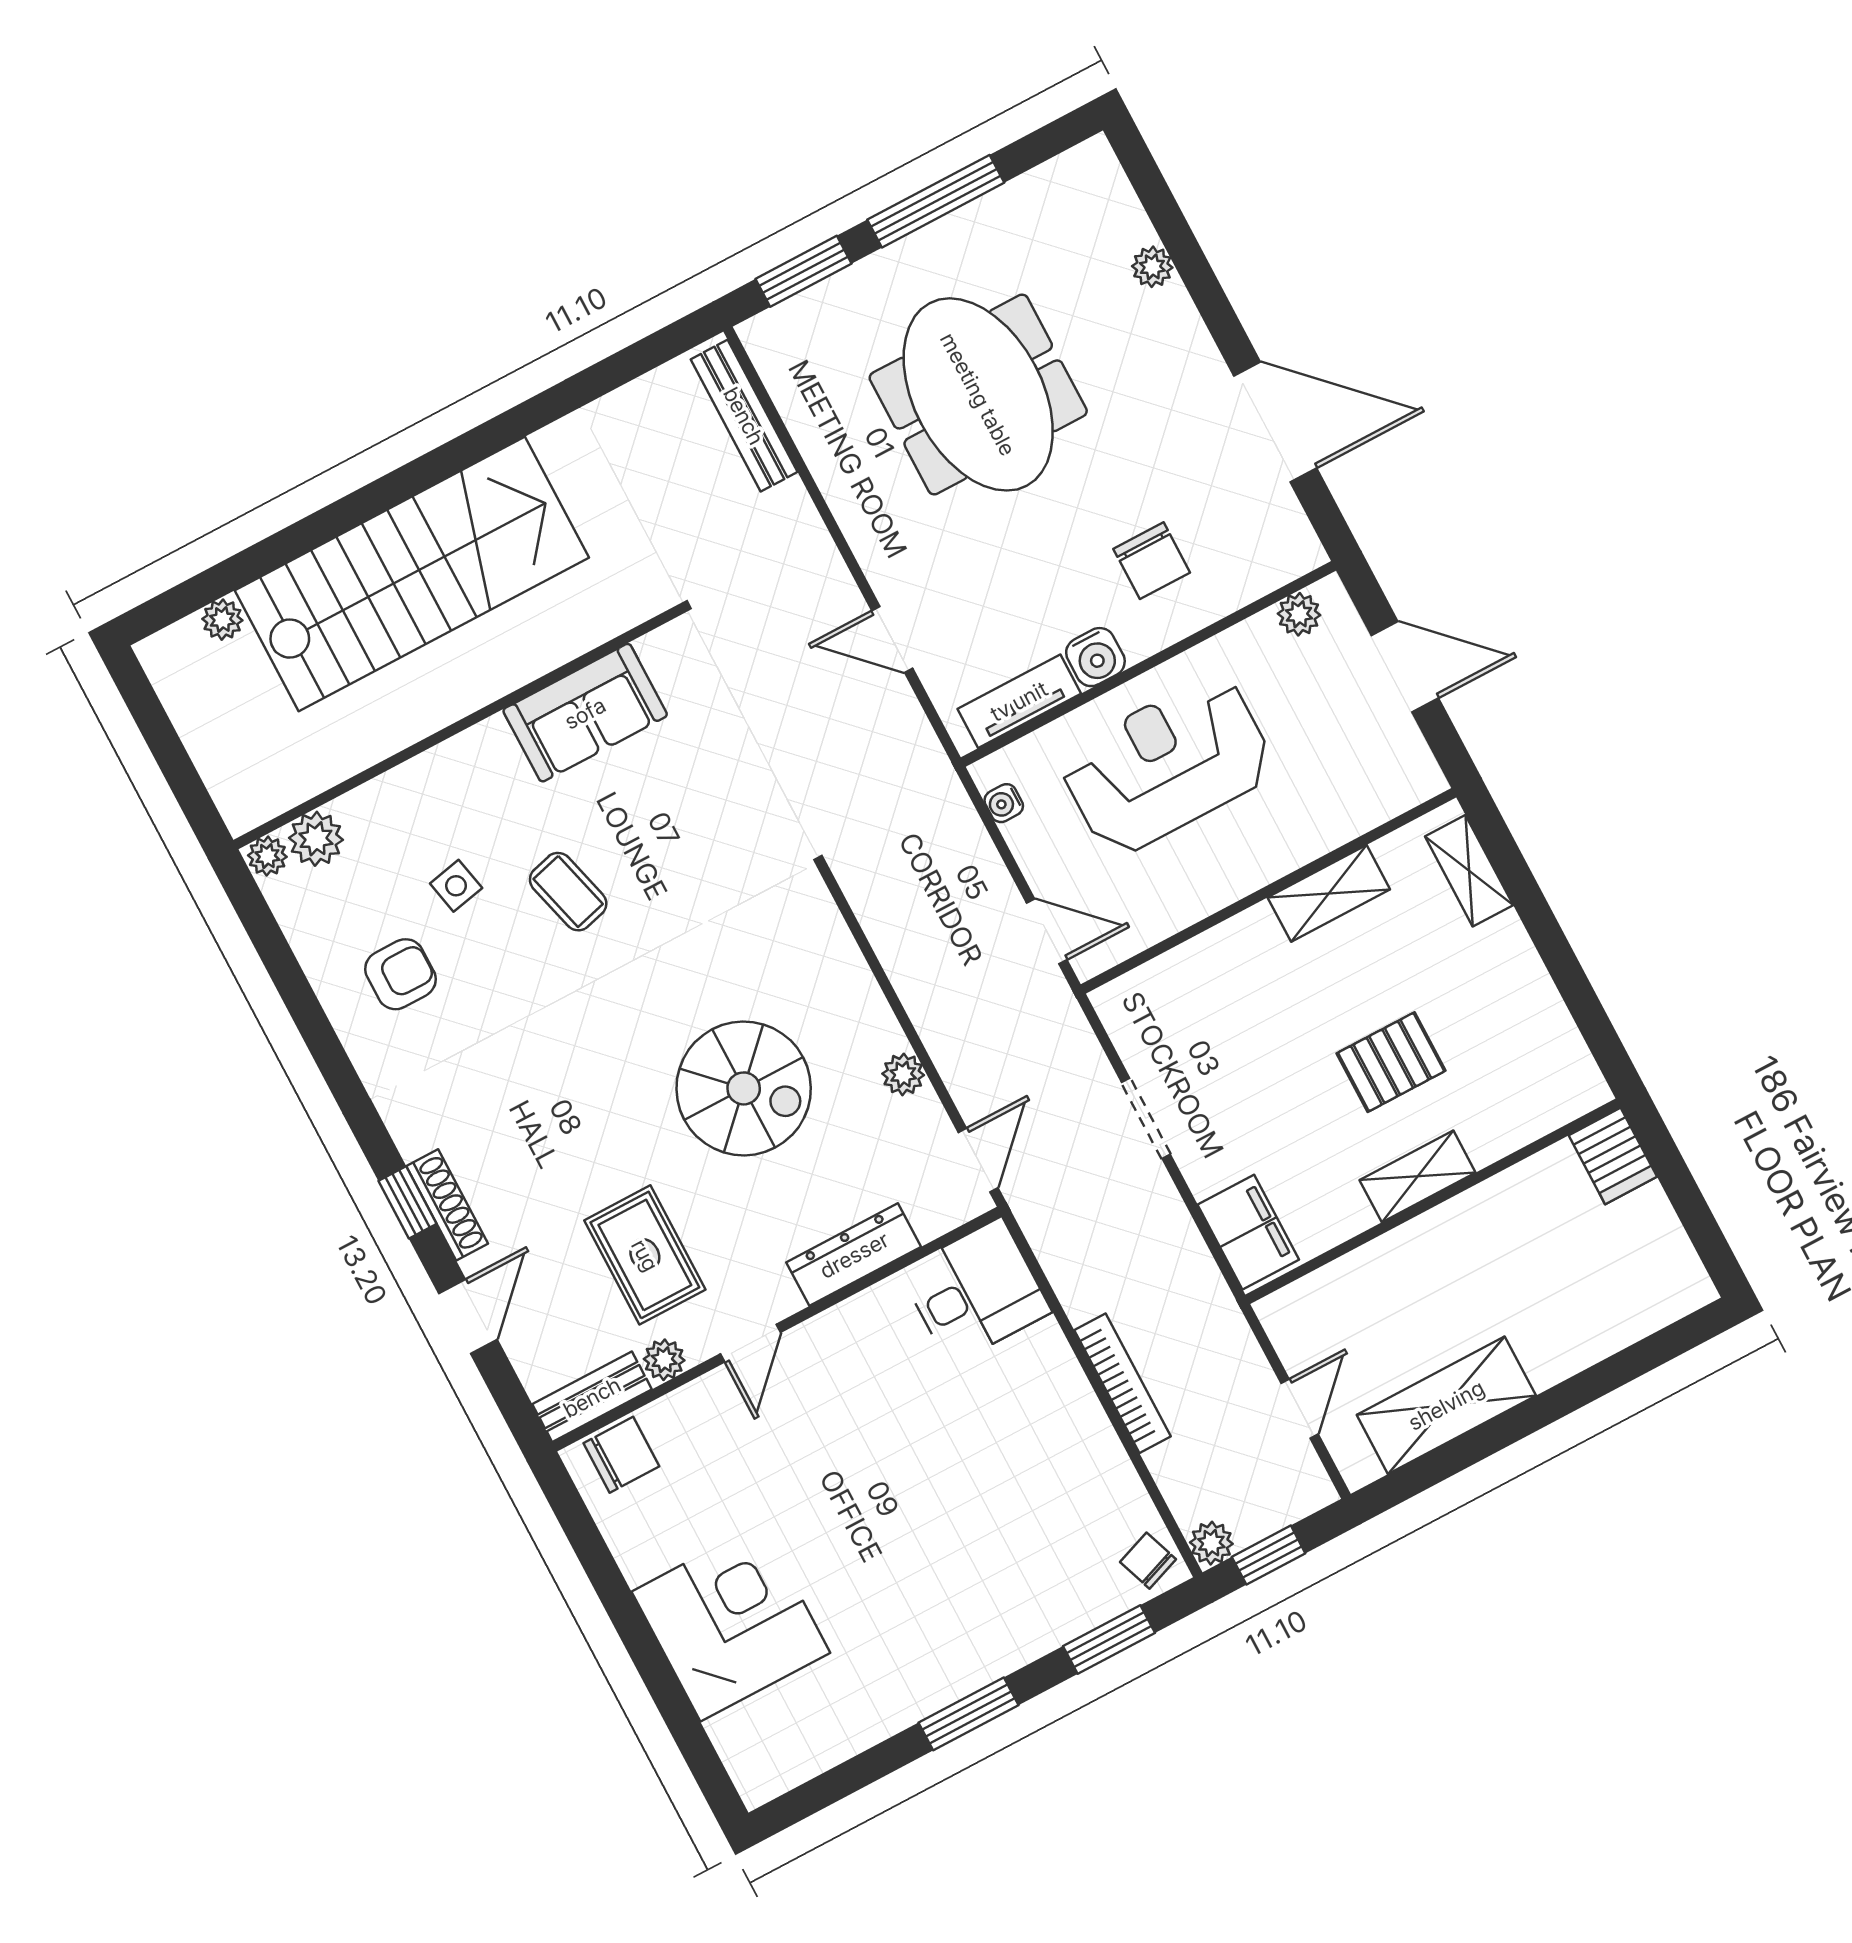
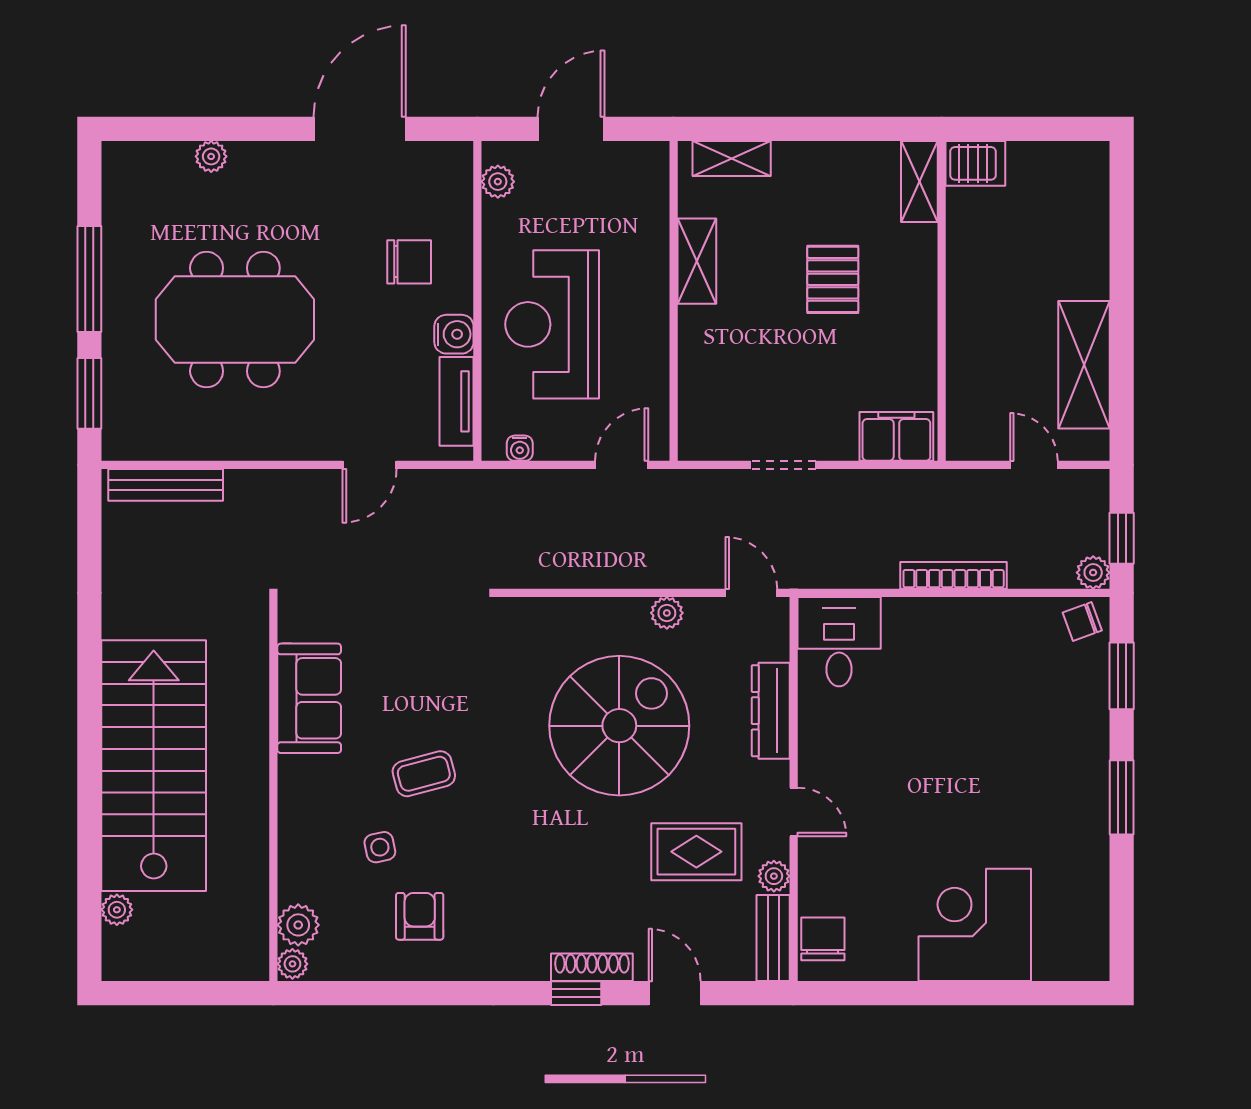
spiral stairs: (744, 1088) -> (619, 726), width x1.37, depth x1.37
shelving: (1418, 1176) -> (919, 181), moved

